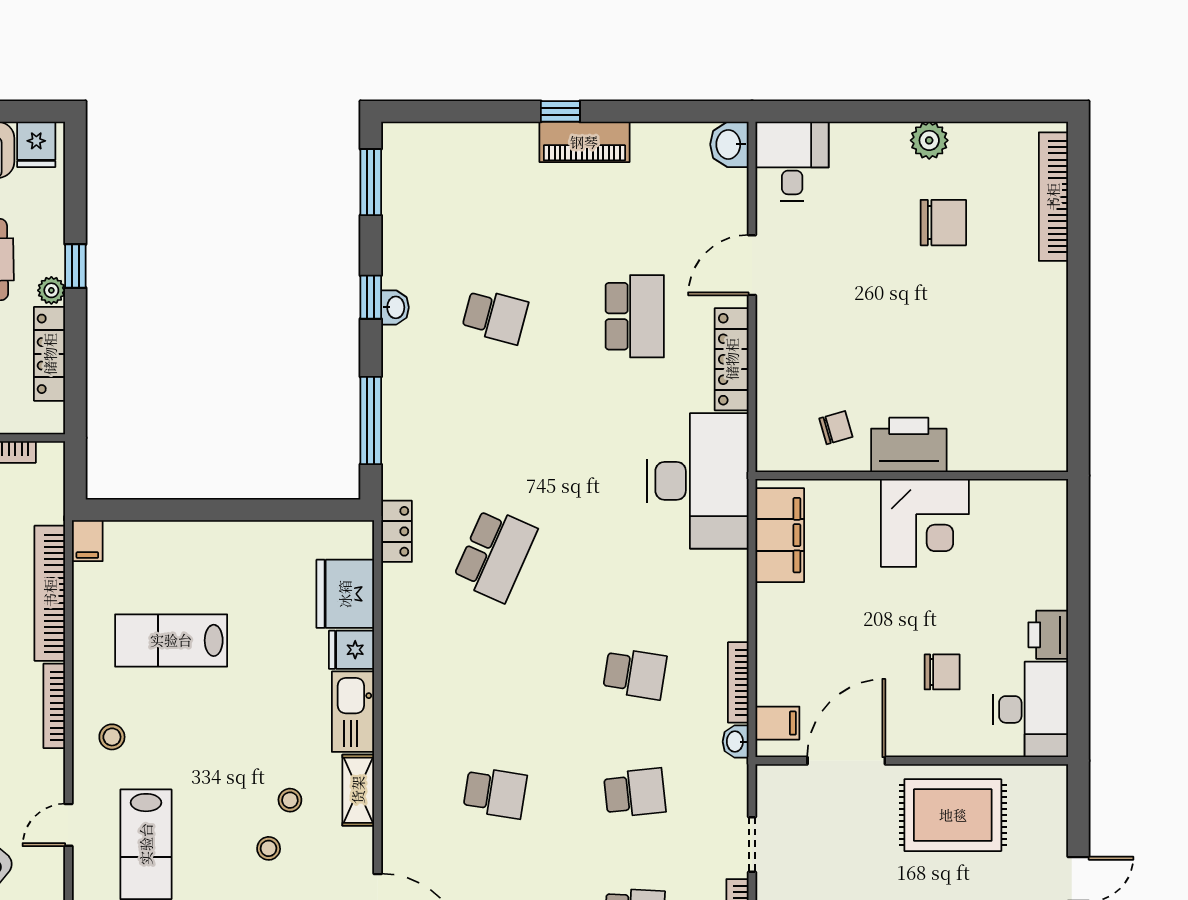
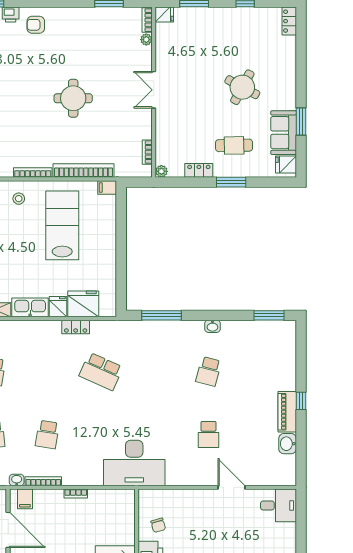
washbasin: (729, 144) -> (288, 444), moved, turned -90
window: (75, 266) -> (231, 182), width x1.50
plant: (51, 290) -> (161, 171), moved
window: (371, 297) -> (217, 315), removed
school desk: (635, 316) -> (208, 434), width x0.54
locker: (50, 354) -> (199, 170), width x0.66
locker: (732, 359) -> (189, 478), removed
locker: (397, 531) -> (76, 327), moved
filing cabinet: (780, 535) -> (110, 500), removed
bookcase: (766, 611) -> (76, 494), added
lab bench: (171, 640) -> (62, 225), width x1.36, depth x1.39

